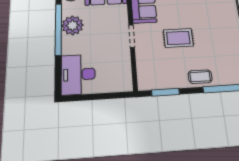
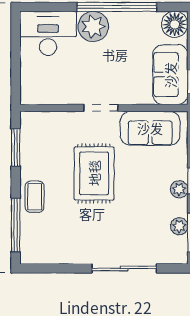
plant: (73, 25) -> (93, 26), moved
rug: (178, 38) -> (94, 173), width x1.36, depth x1.43

